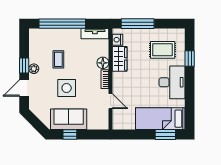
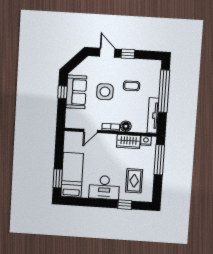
tv unit: (95, 34) -> (153, 115), width x1.41
plant: (34, 69) -> (124, 63), removed

